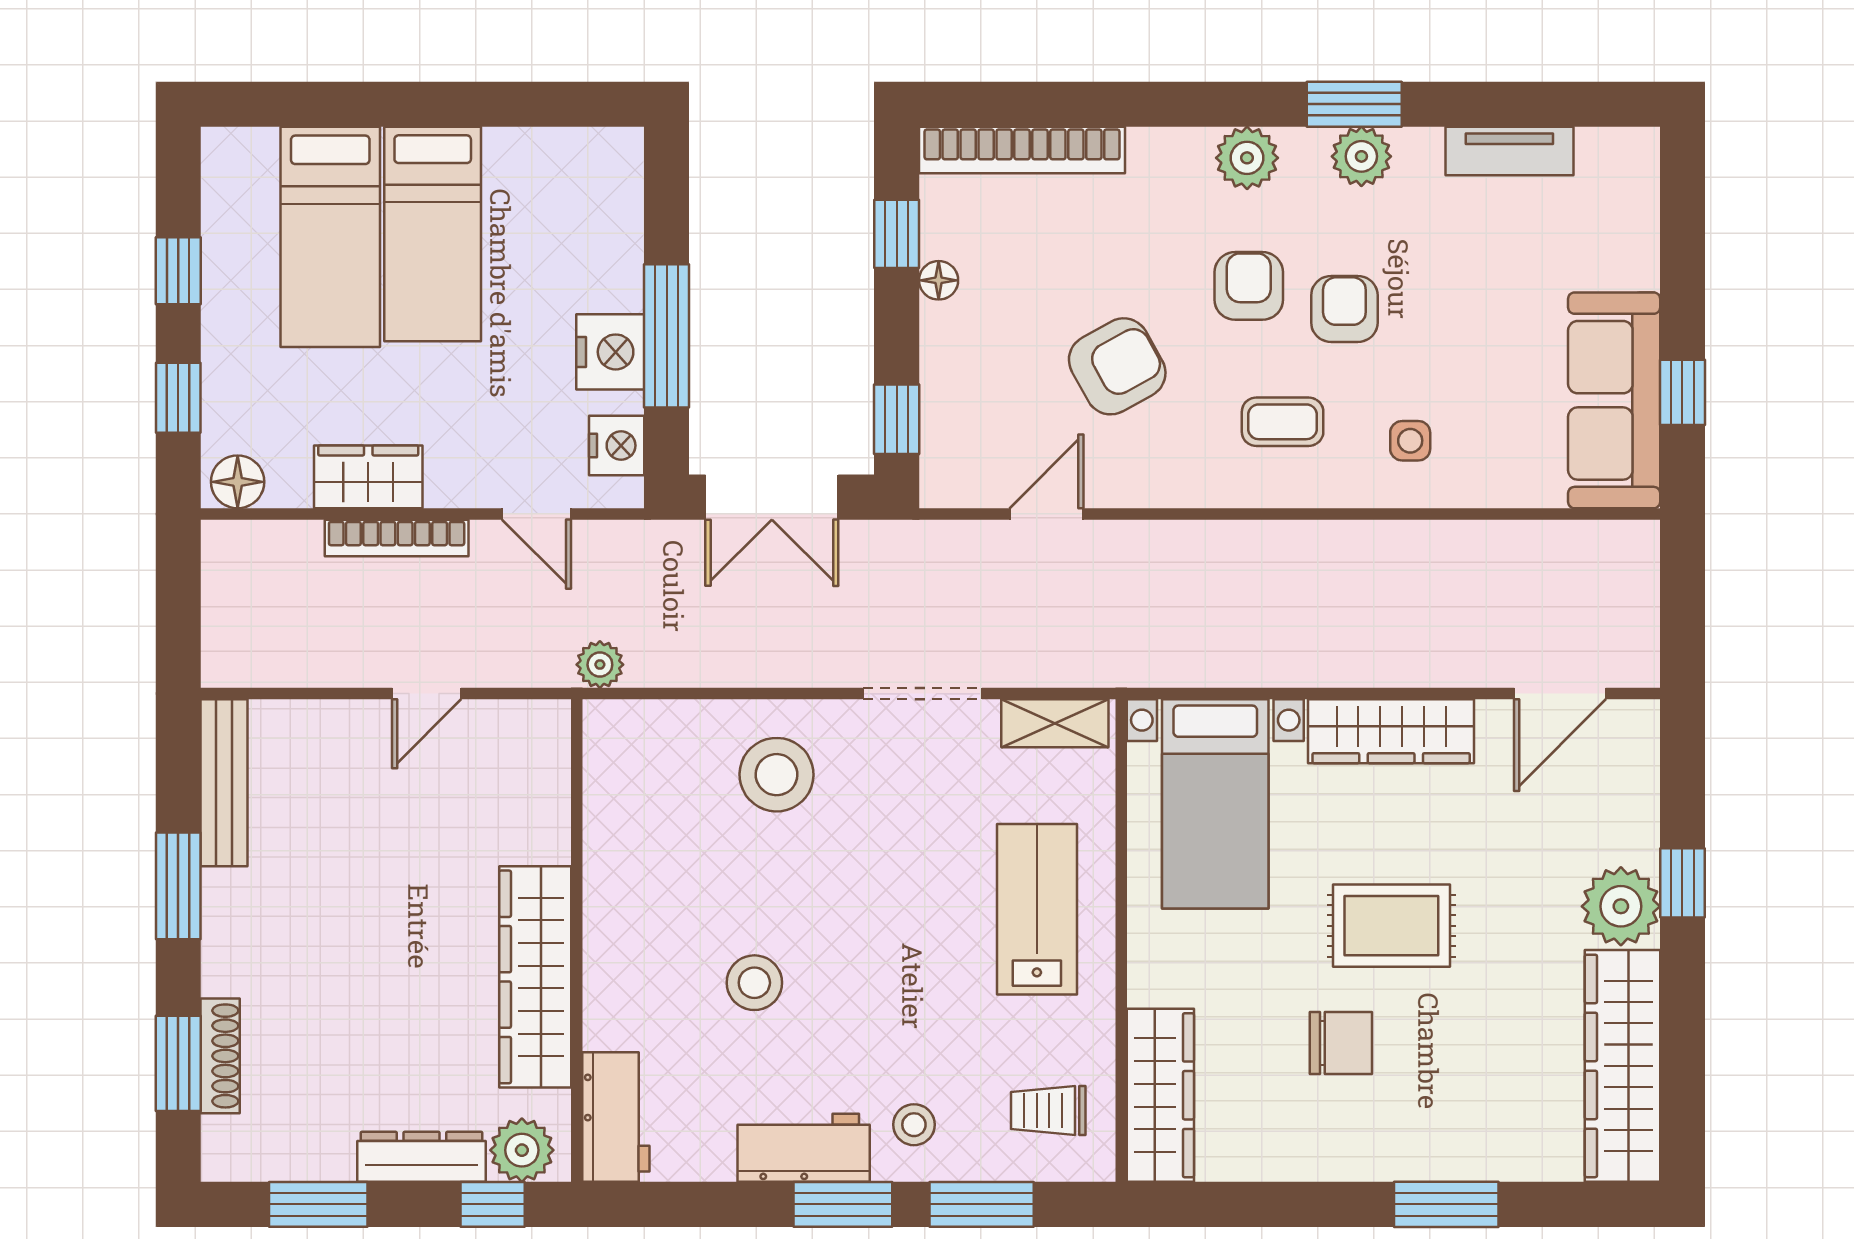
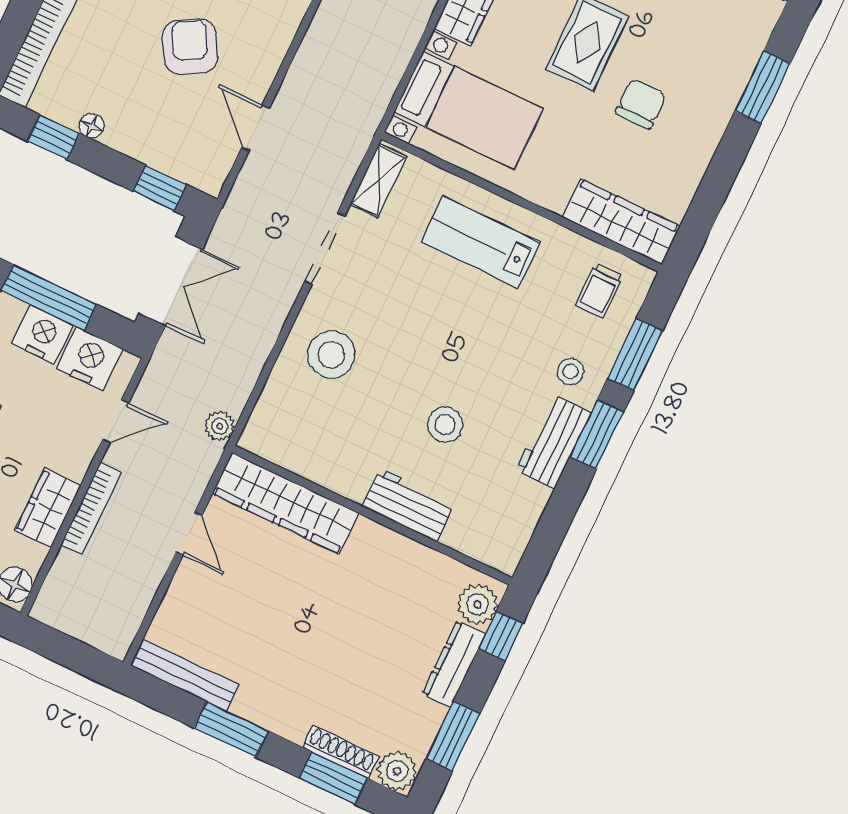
nightstand: (617, 446) -> (90, 359), width x1.36, depth x1.33
wardrobe: (535, 977) -> (286, 503), moved
workbench: (616, 1117) -> (409, 505), moved
plant: (232, 1149) -> (397, 771), added

